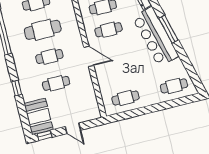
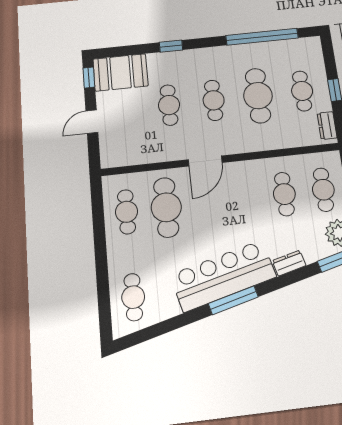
cafe table: (108, 30) -> (166, 207), moved, width x1.37, depth x1.35

